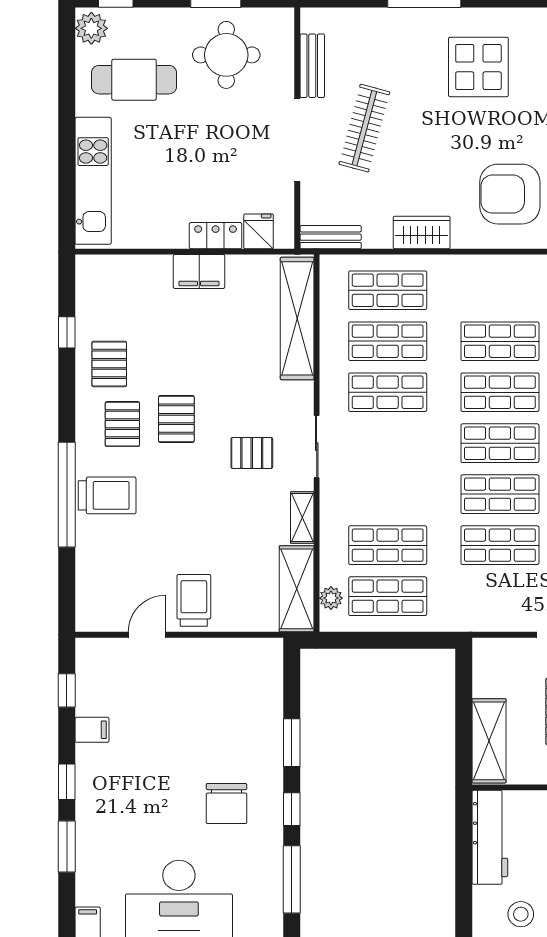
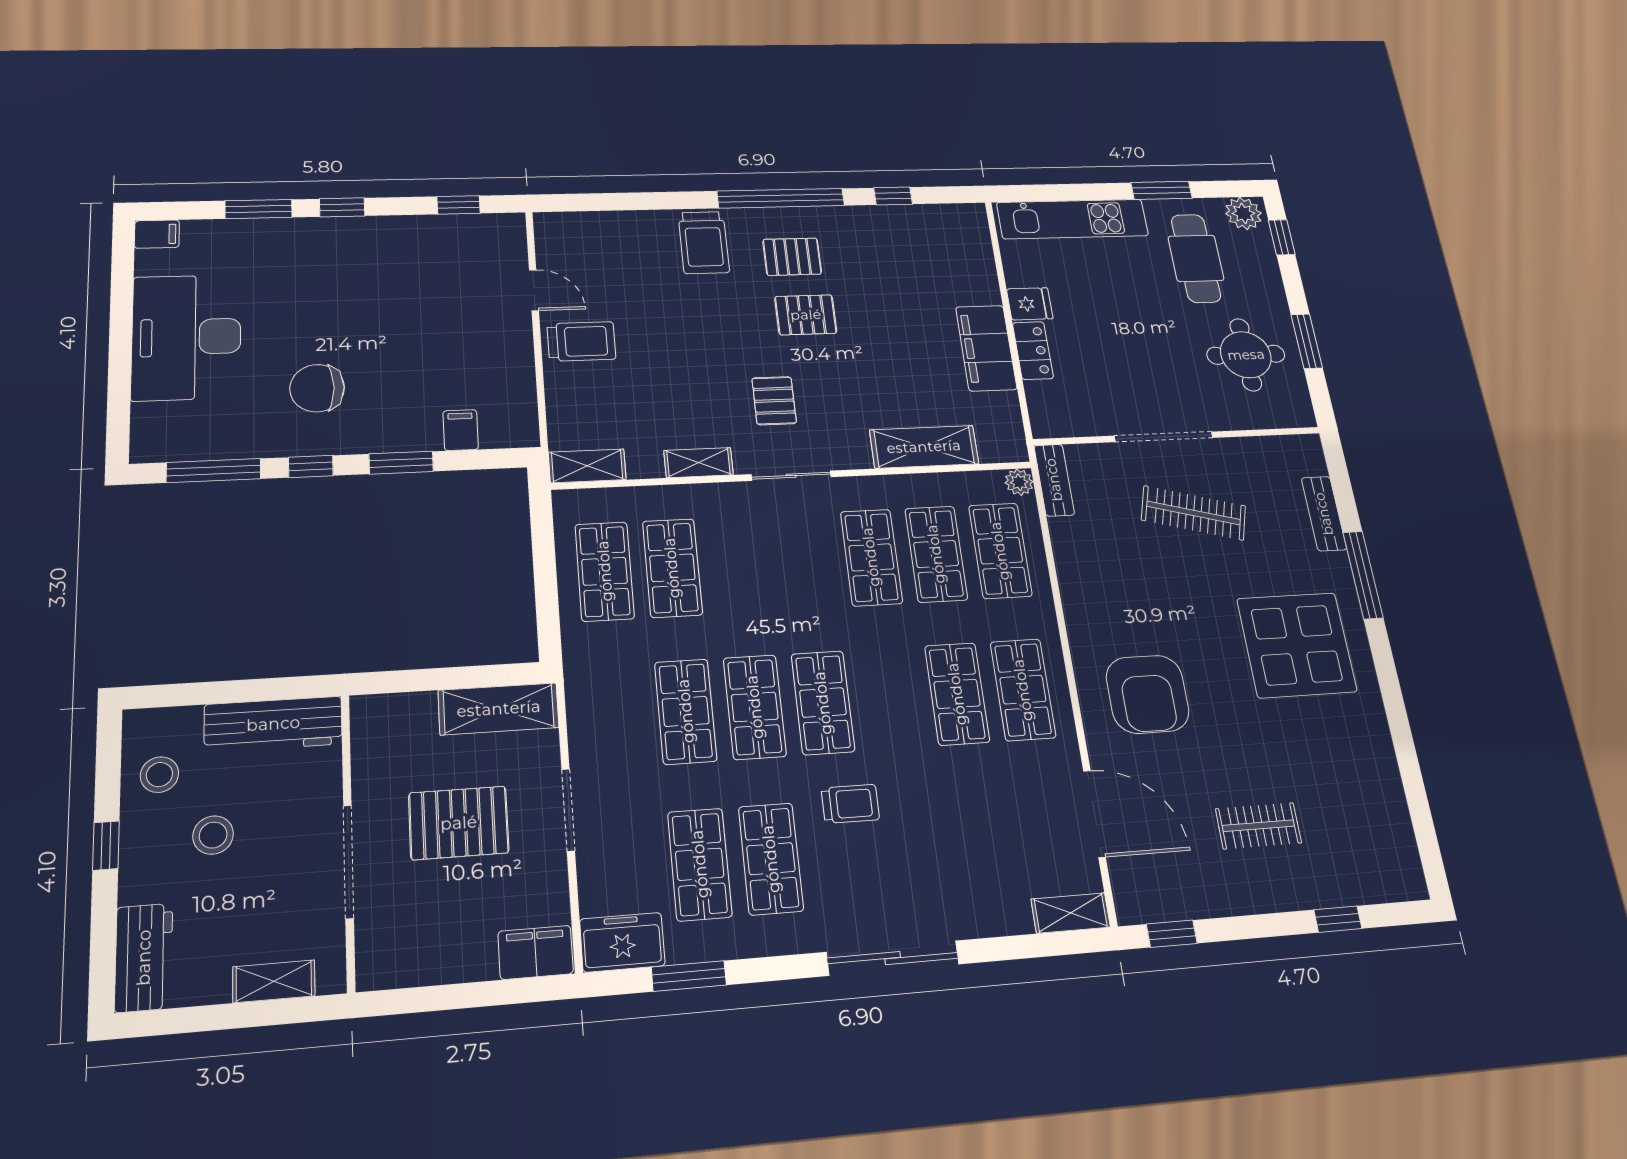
bench: (312, 66) -> (1324, 514), moved, turned 90
display table: (478, 67) -> (1297, 645), width x1.36, depth x1.36
window: (67, 97) -> (1162, 190), added
armchair: (510, 194) -> (1148, 694), turned 180
fridge: (259, 231) -> (1030, 304), moved
wardrobe: (422, 232) -> (1079, 588), removed
filing cabinet: (199, 271) -> (986, 348), width x1.50, depth x1.17
shelving: (297, 318) -> (924, 447), width x0.68
pallet: (109, 364) -> (862, 241), removed
shop shelf: (500, 392) -> (1023, 690), moved
window: (67, 495) -> (781, 198), moved
shelving: (297, 589) -> (587, 466), width x0.67, depth x0.75
plant: (331, 598) -> (1019, 482), moved
filing cabinet: (92, 730) -> (461, 430), moved, turned 180
shelving: (489, 741) -> (499, 709), moved

